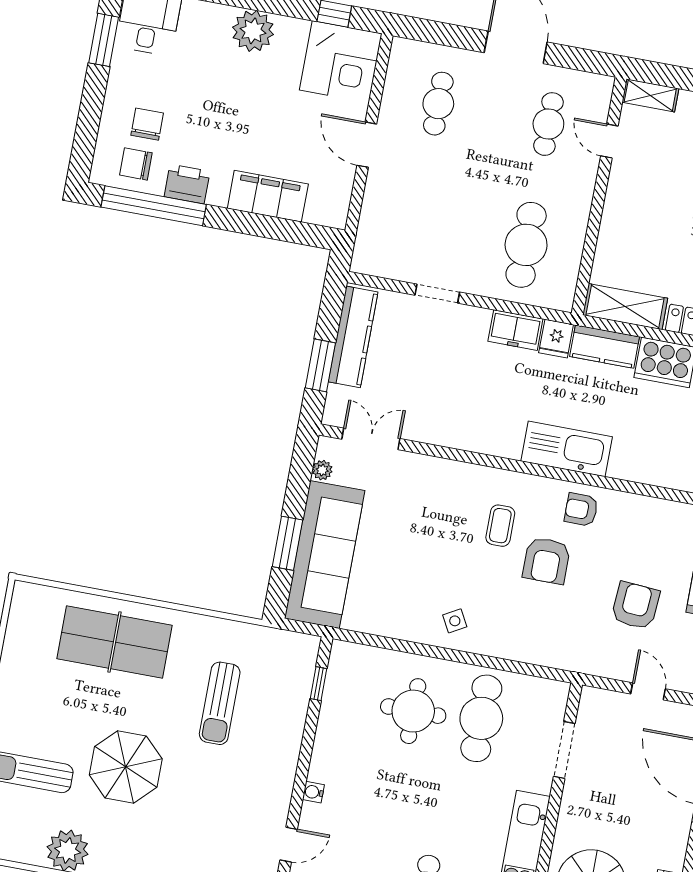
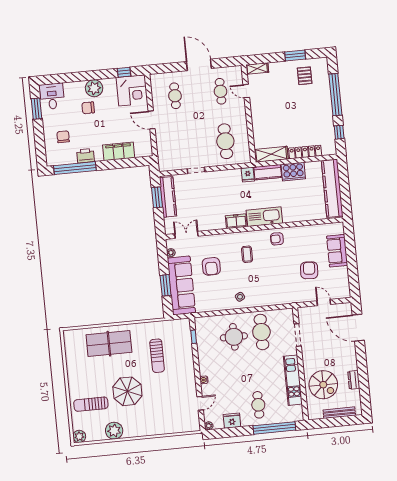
chair: (136, 164) -> (88, 108), moved
freezer: (515, 330) -> (236, 221), moved, turned 180
window: (320, 365) -> (157, 197), moved
armchair: (546, 561) -> (211, 266), moved

